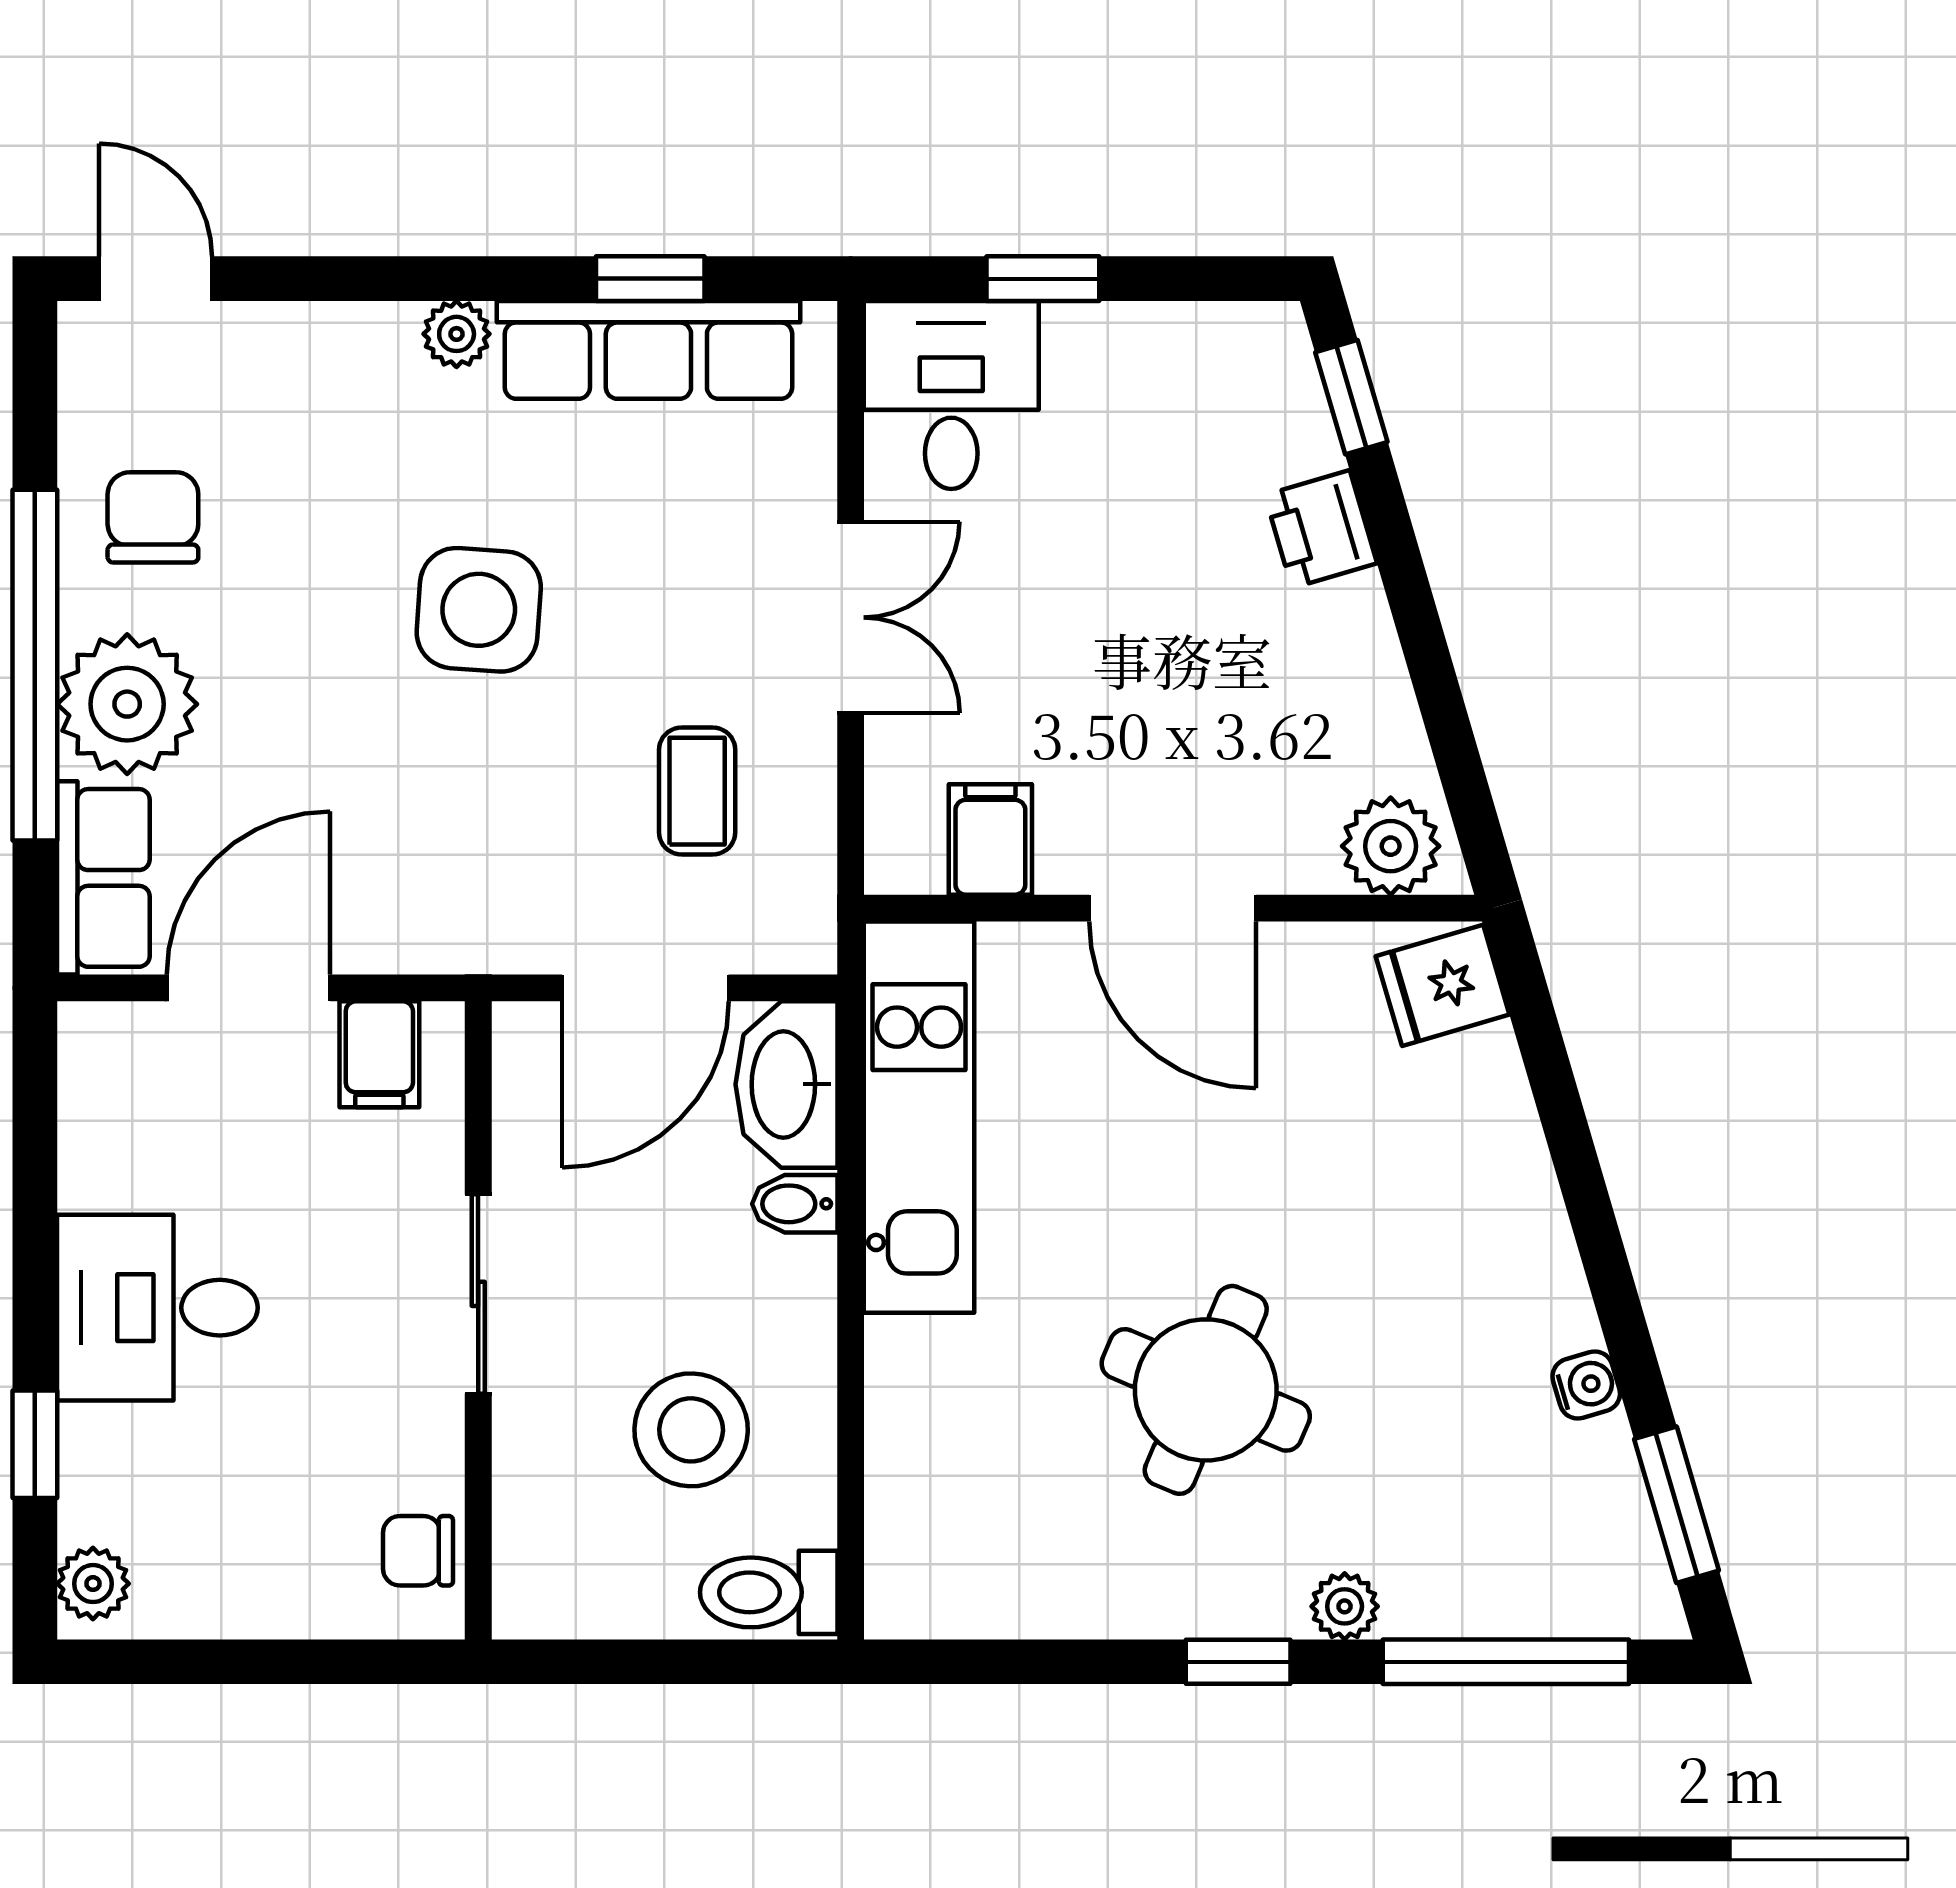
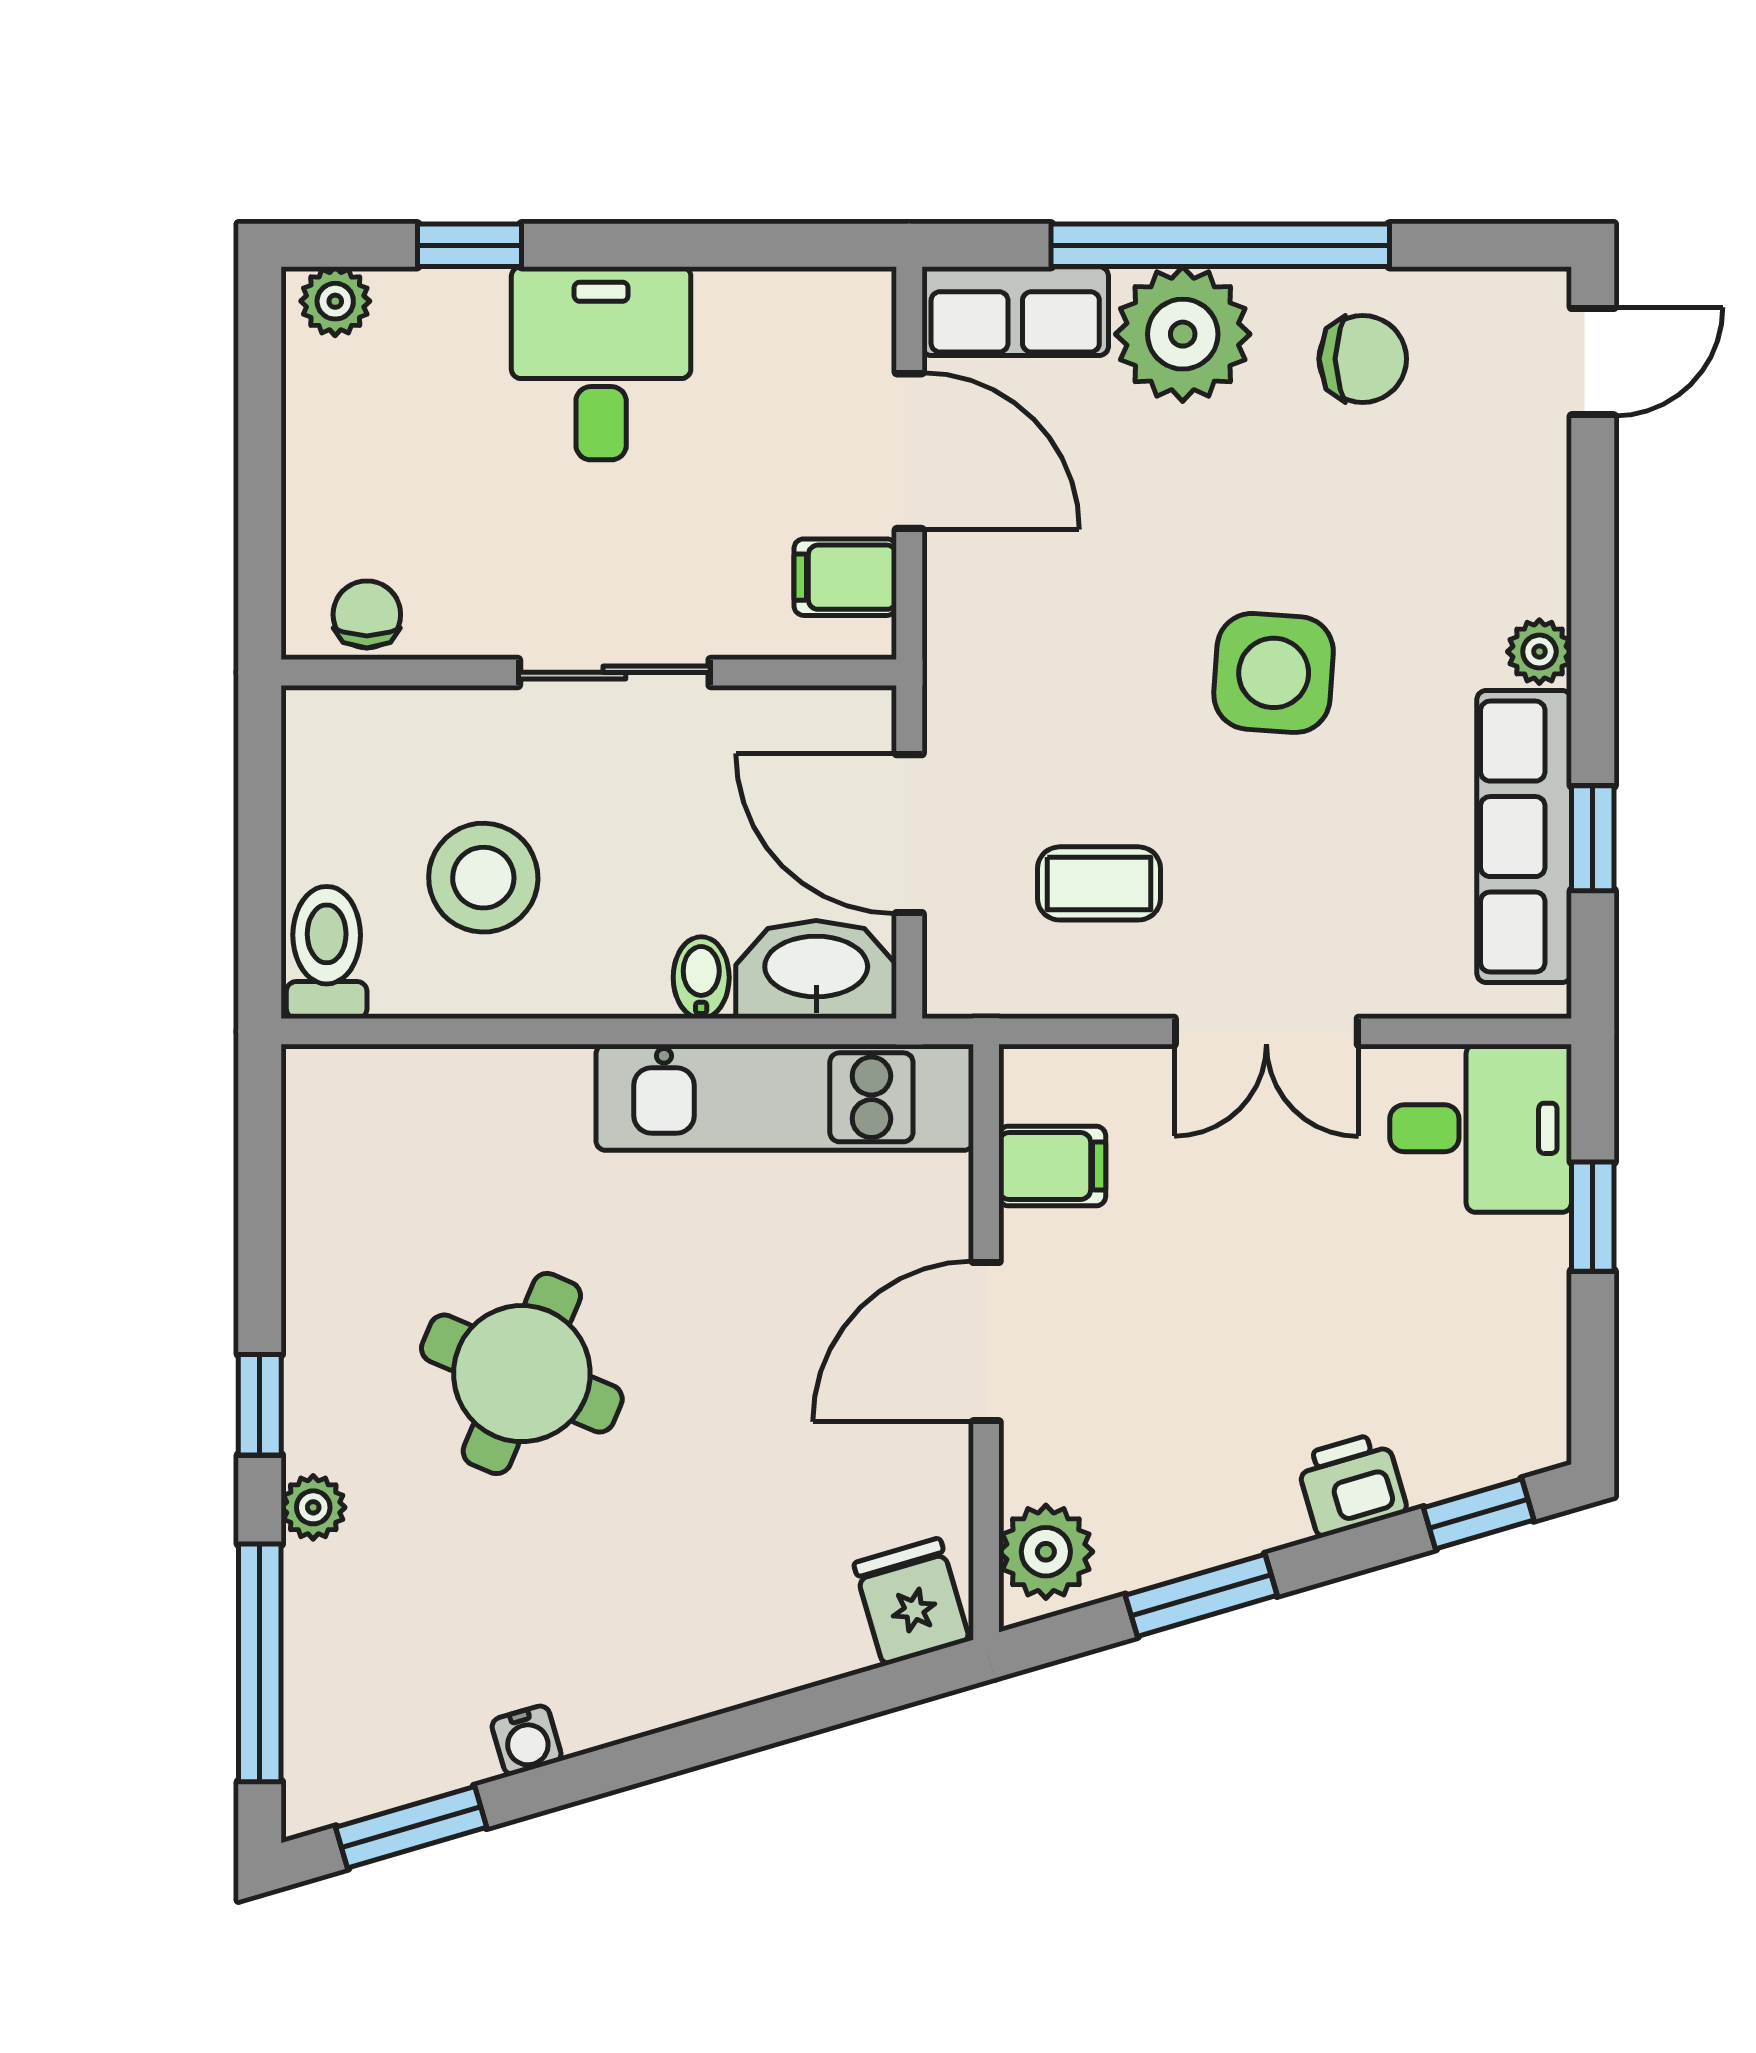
window: (1436, 685) -> (1201, 1595), added

